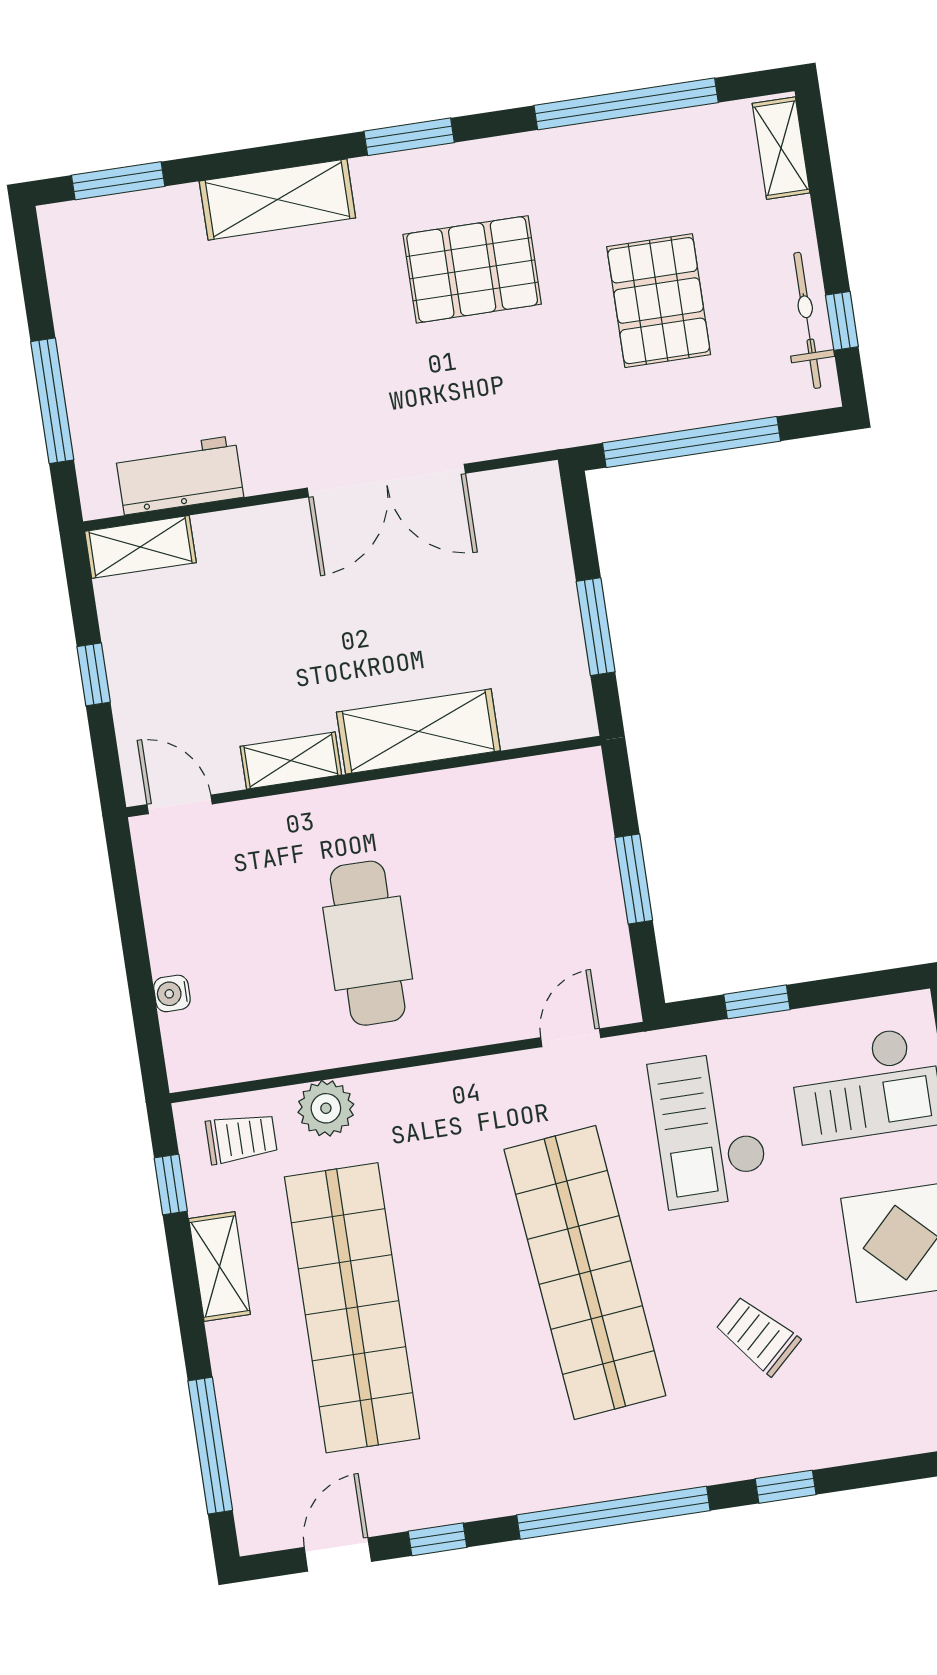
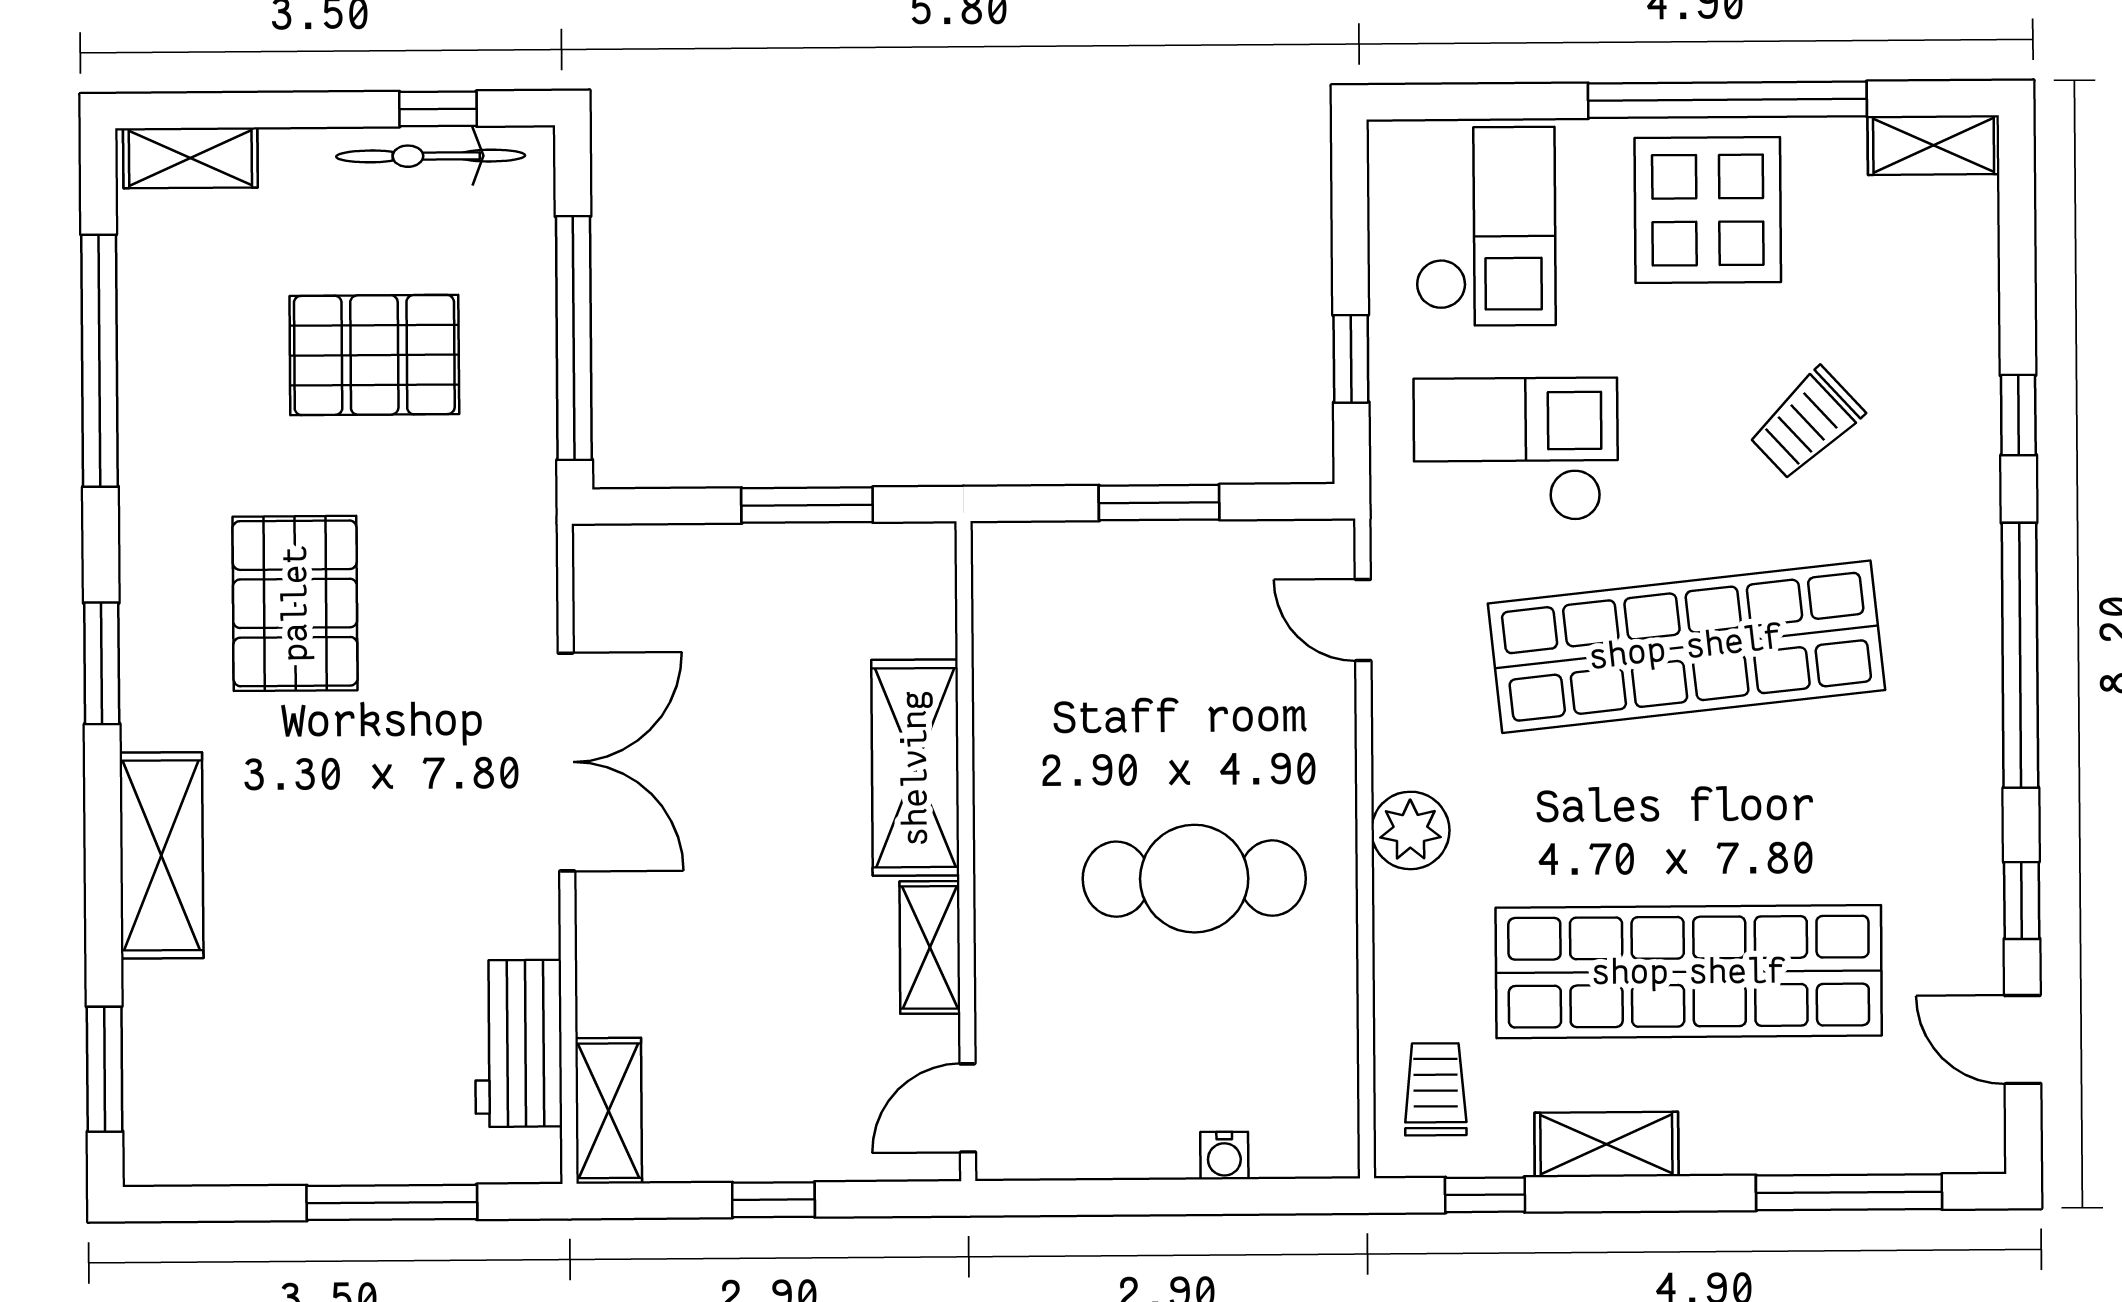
plant: (326, 1108) -> (1410, 830), moved
checkout: (709, 1130) -> (1516, 449), turned 180

